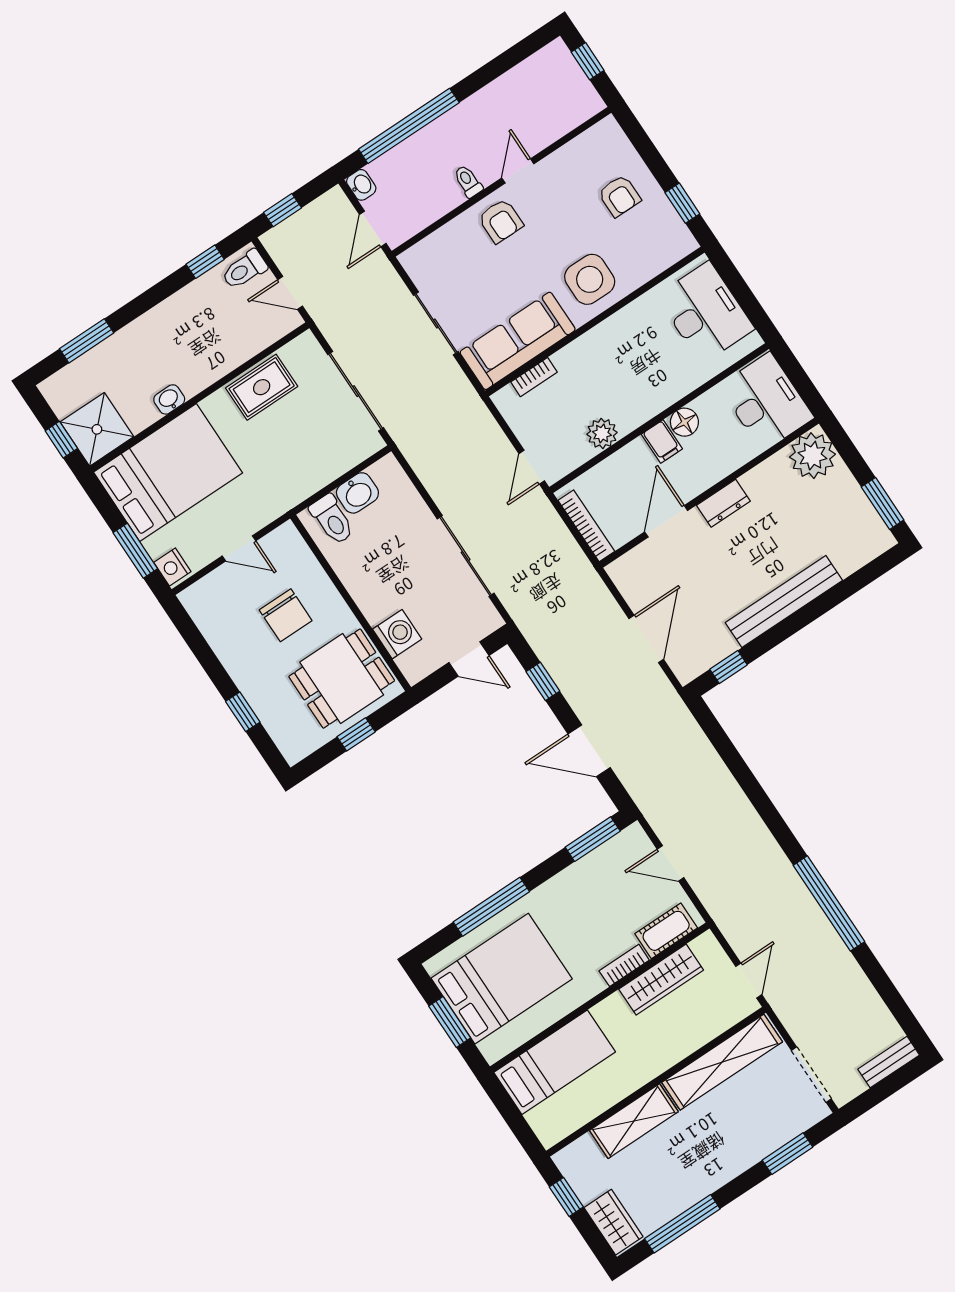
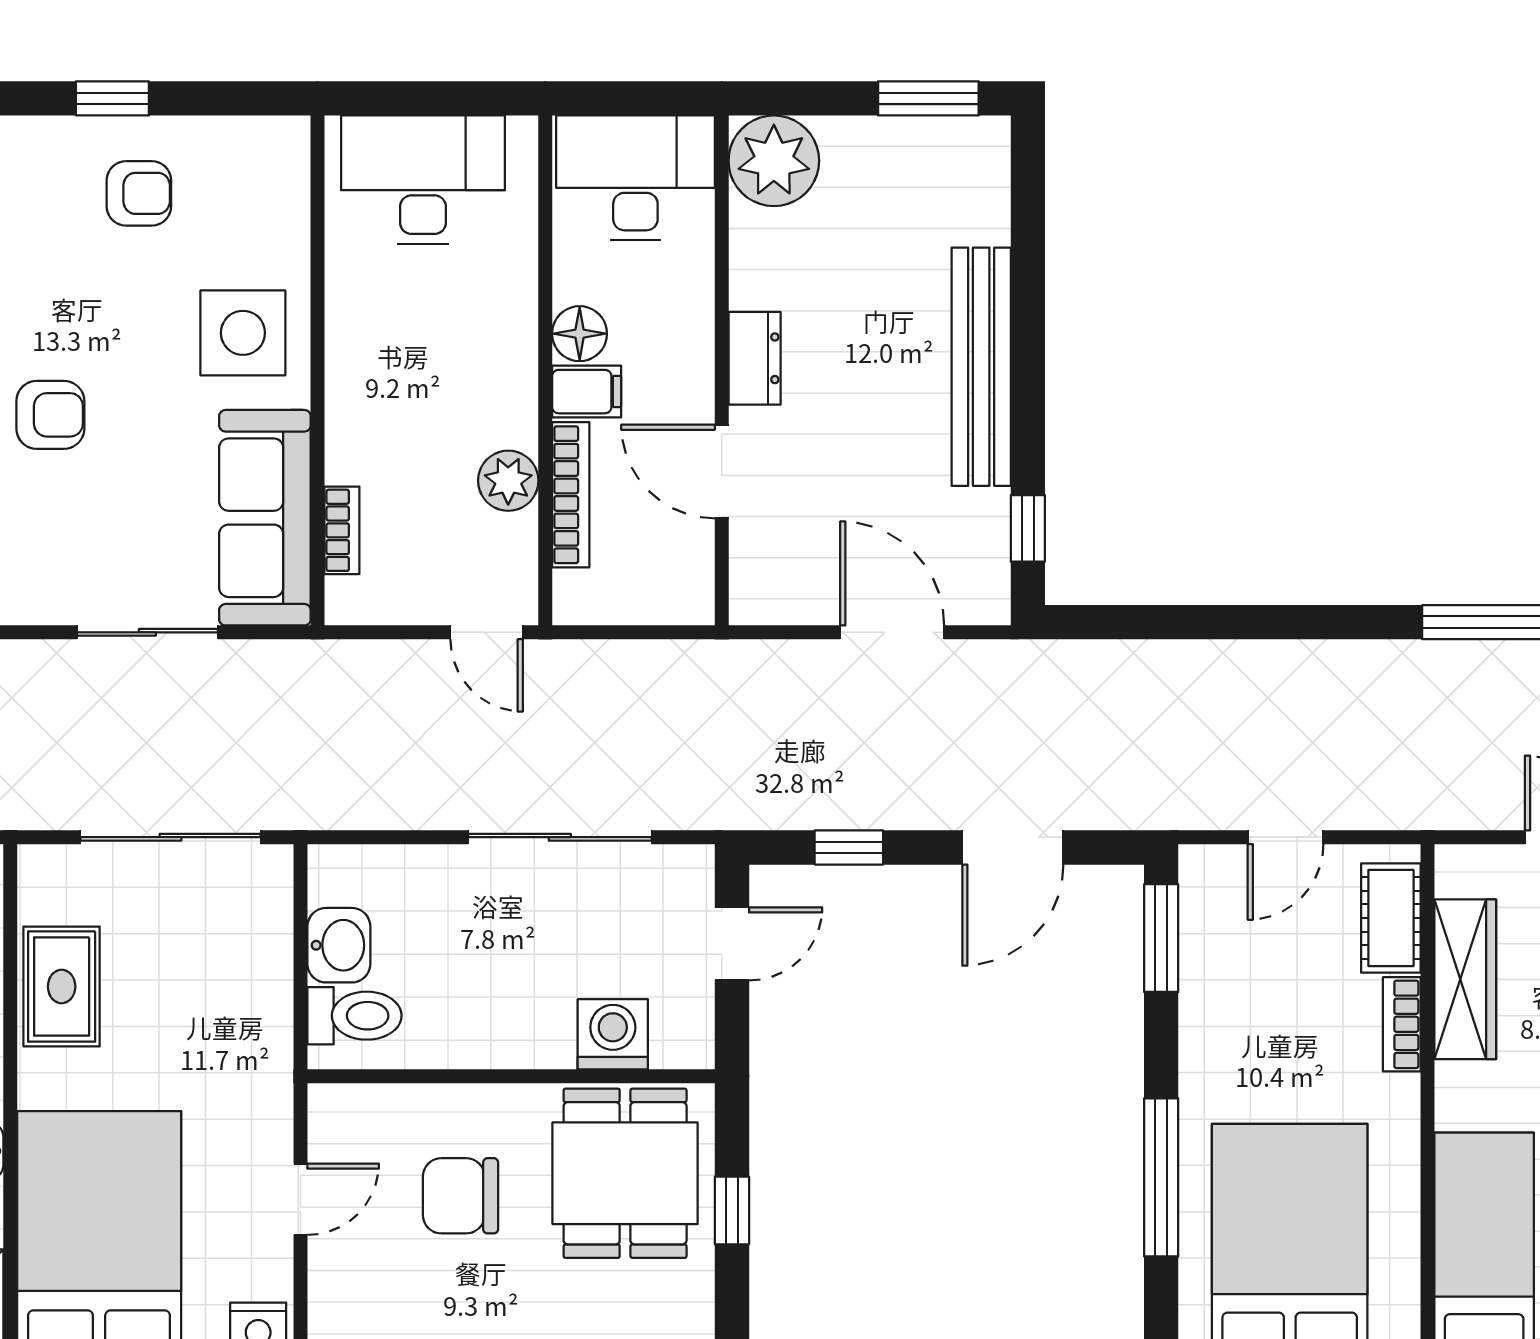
window: (682, 203) -> (112, 98), moved
bookcase: (586, 526) -> (571, 495), moved, turned 90
chair: (286, 615) -> (461, 1196), turned 180

